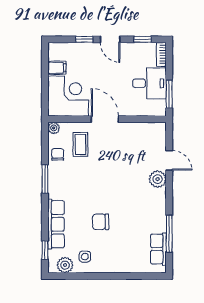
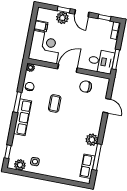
plant: (85, 51) -> (62, 18), added
desk: (149, 83) -> (101, 61), moved
door: (105, 119) -> (67, 68), hinge flipped
coffee table: (80, 144) -> (55, 103), moved
plant: (158, 179) -> (92, 140), moved
chair: (101, 222) -> (86, 87), moved
row of seats: (56, 224) -> (23, 117), moved

